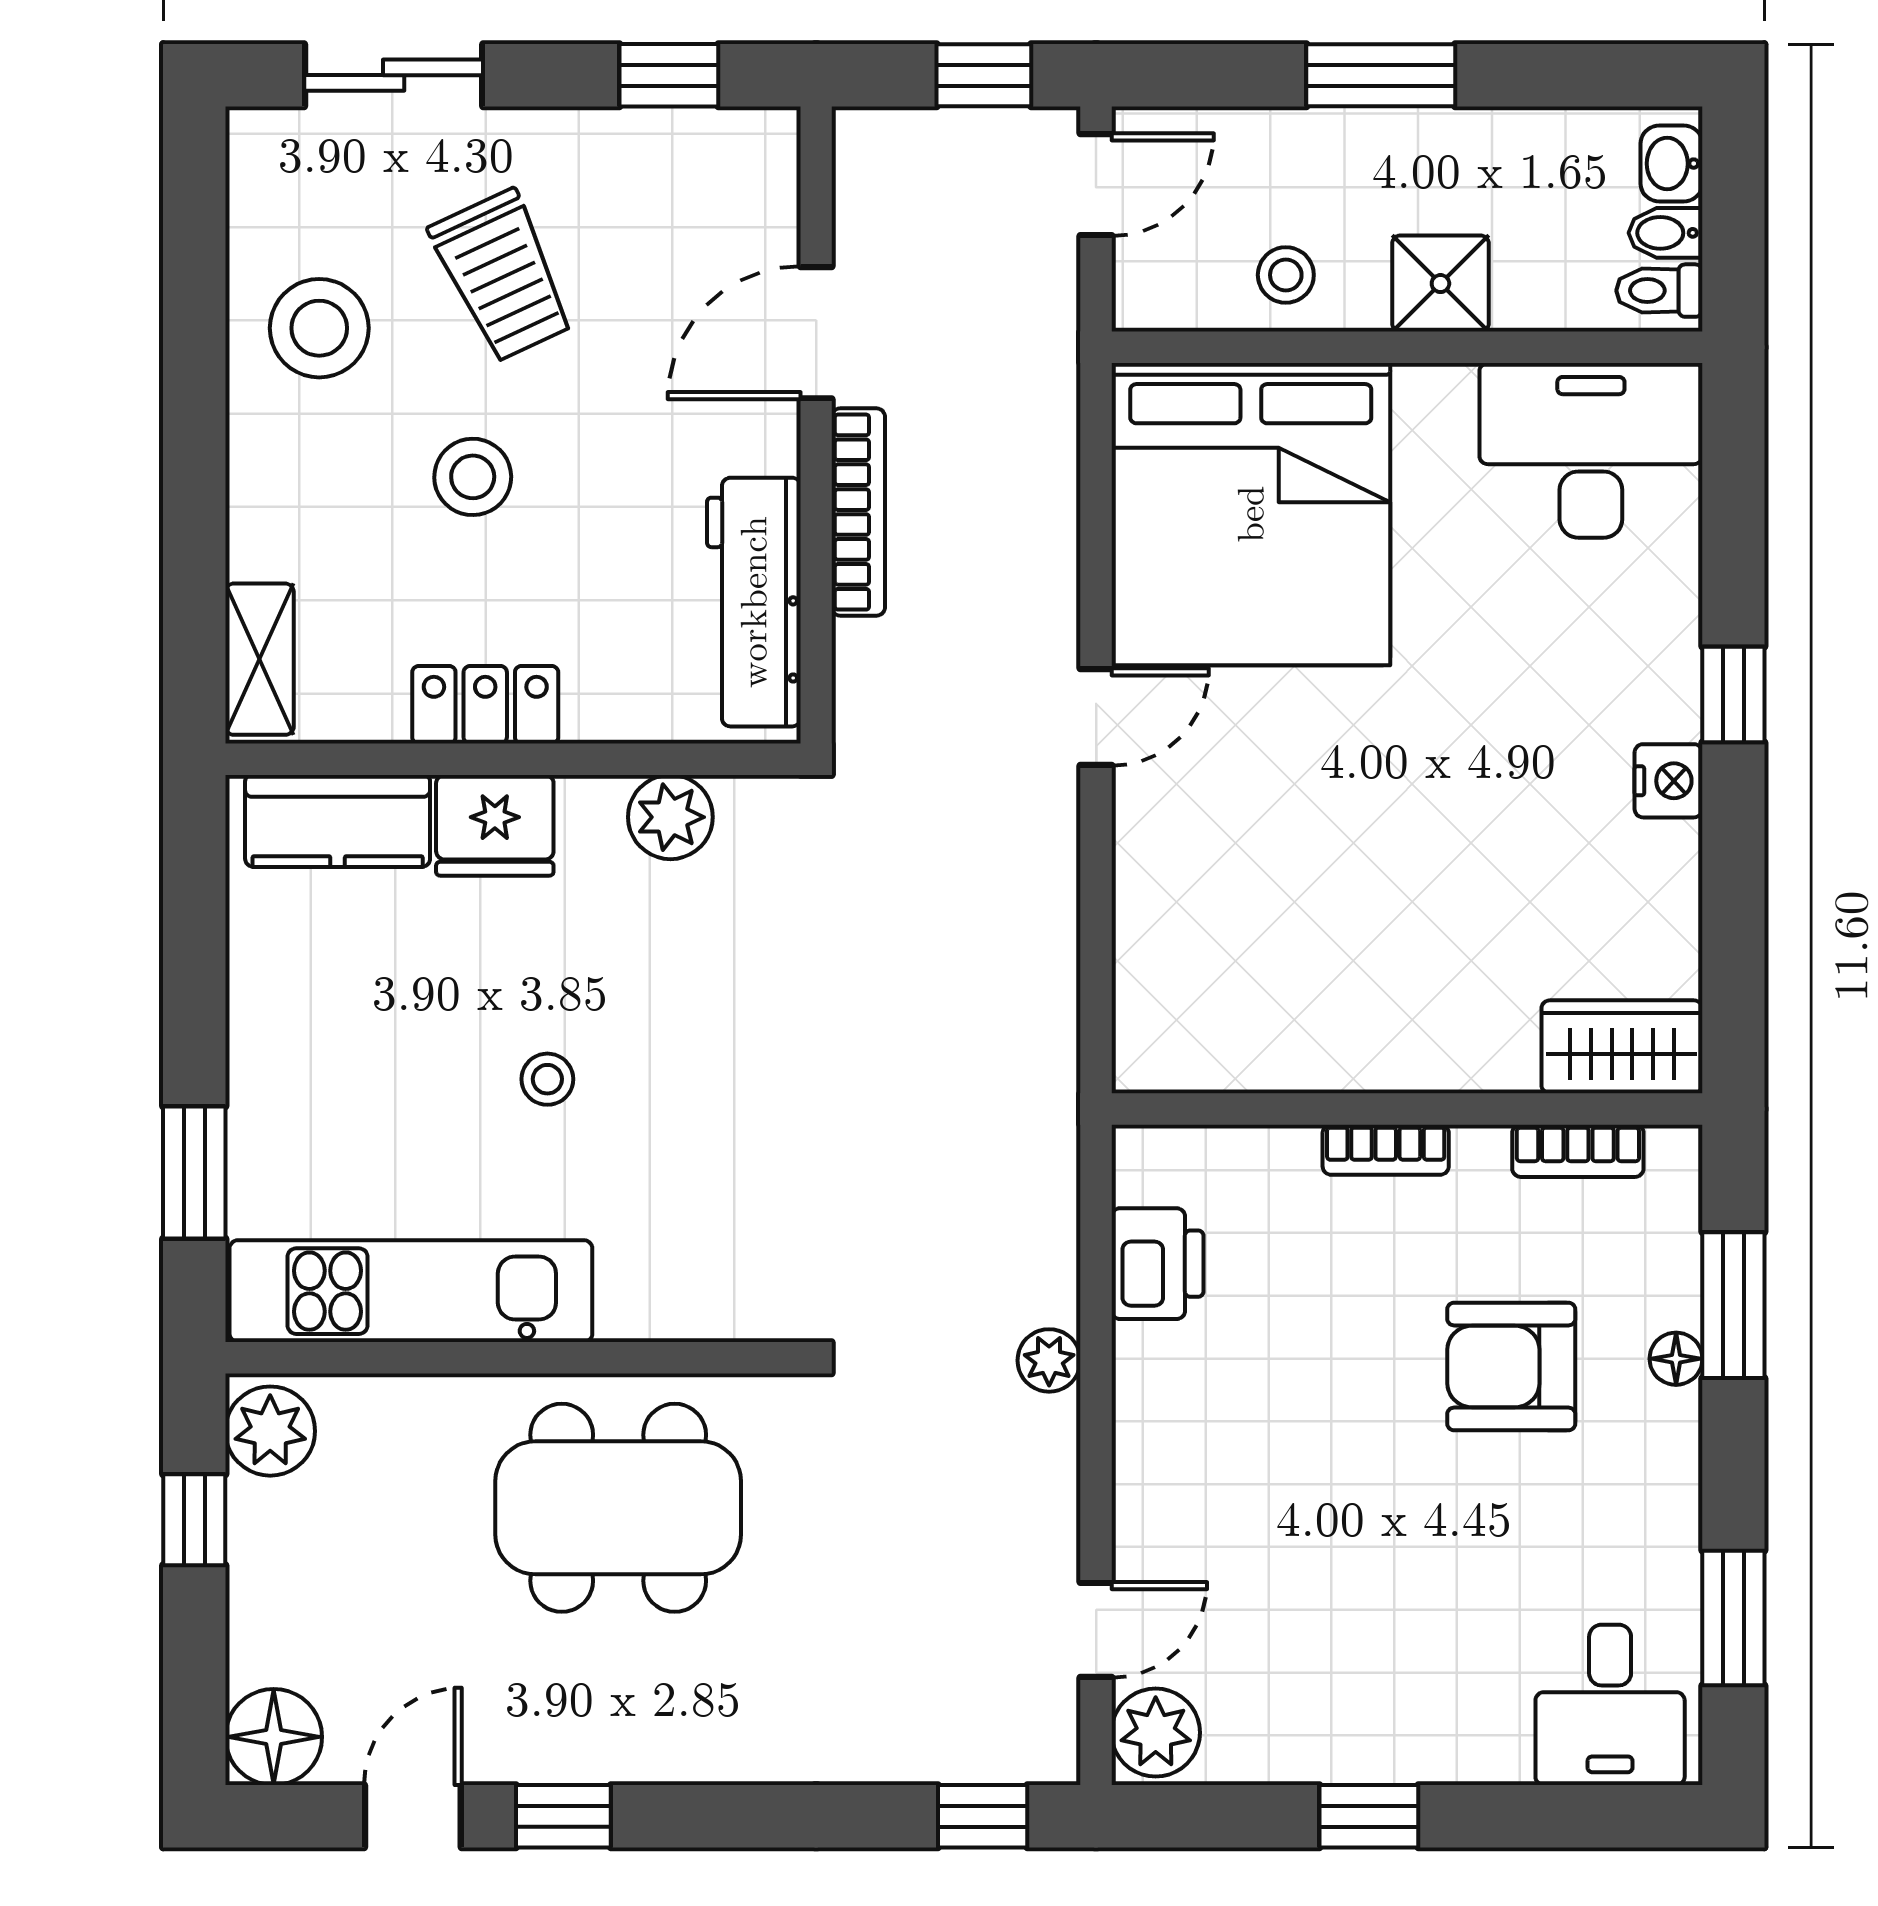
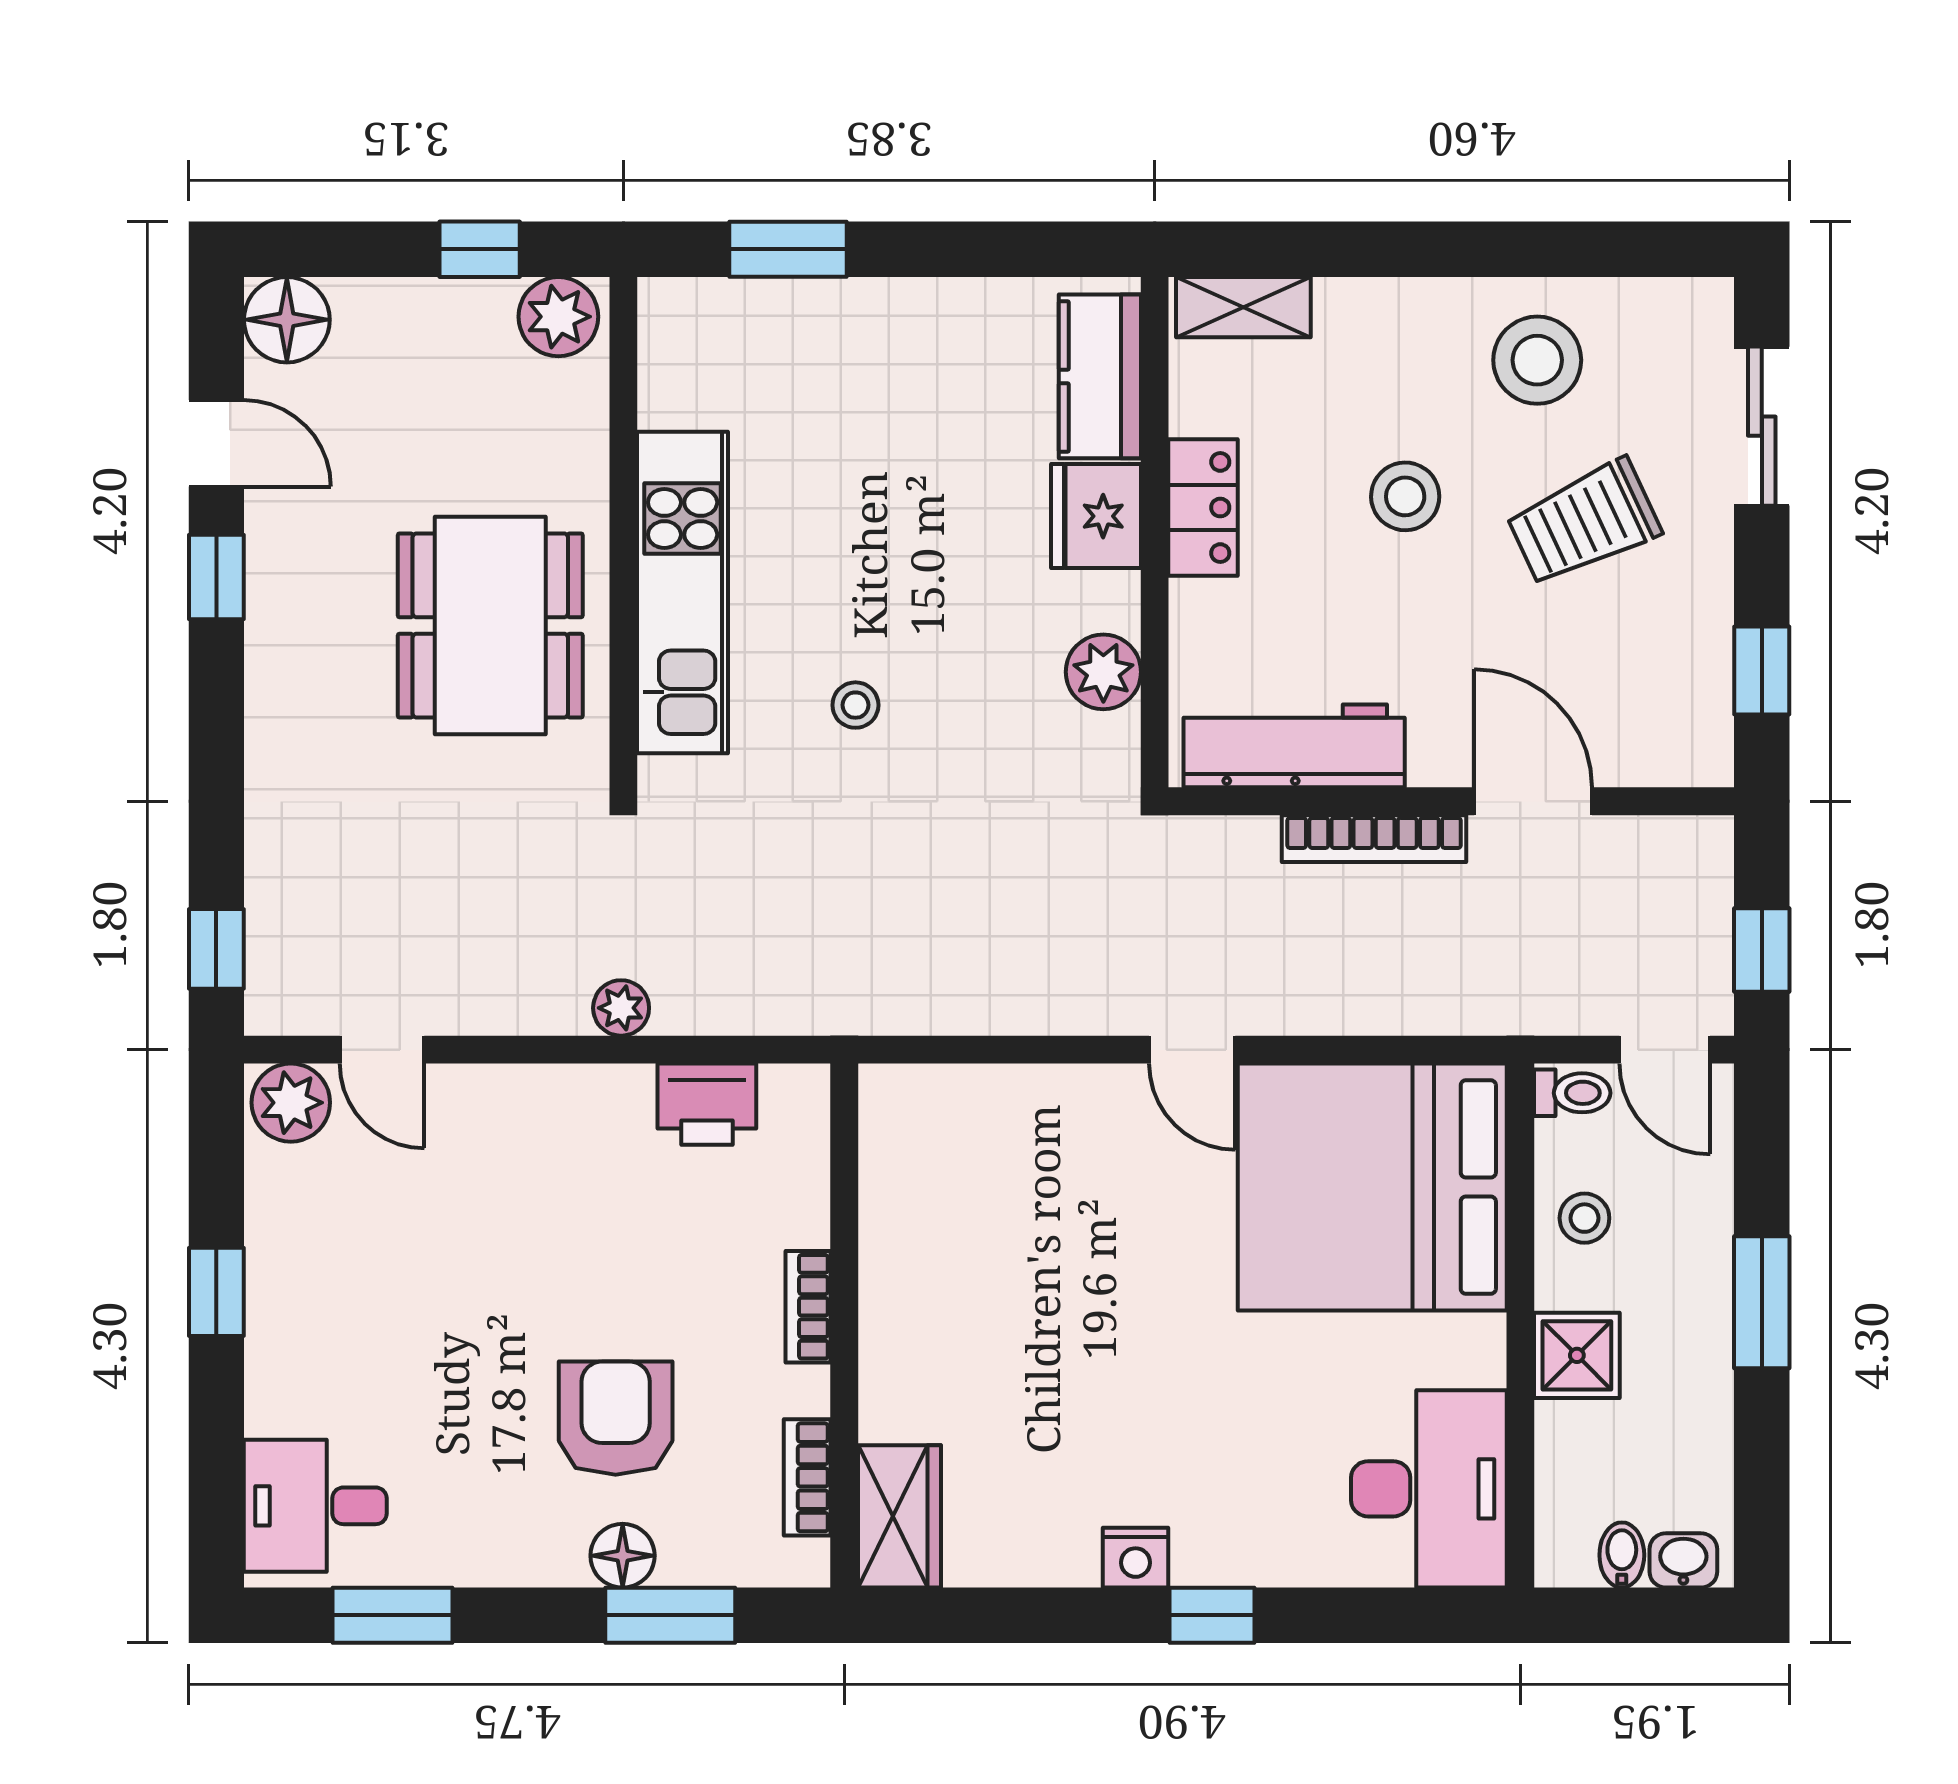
toilet: (1659, 291) -> (1572, 1093), moved, turned 90
stool: (547, 1079) -> (855, 705), moved
kitchen unit: (411, 1291) -> (683, 593), moved
floor lamp: (1676, 1359) -> (623, 1556), width x1.37, depth x1.37

